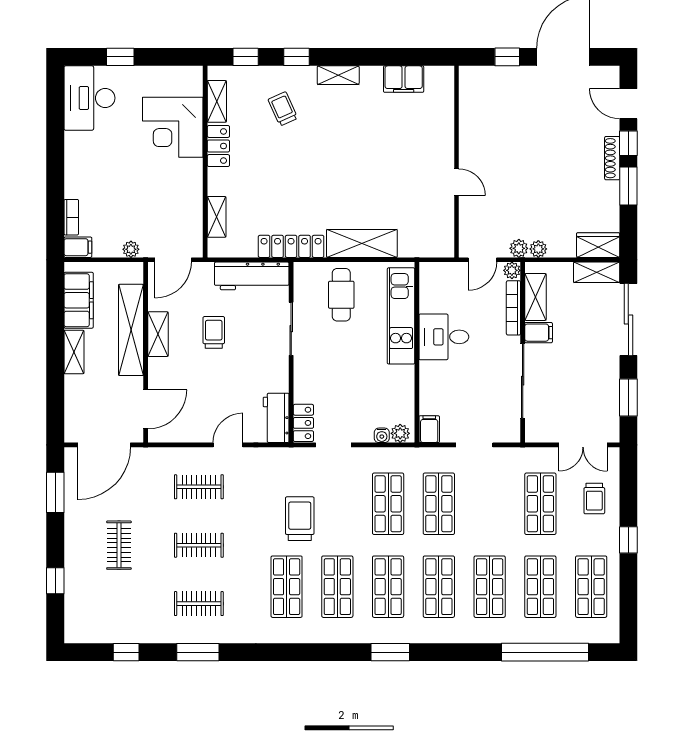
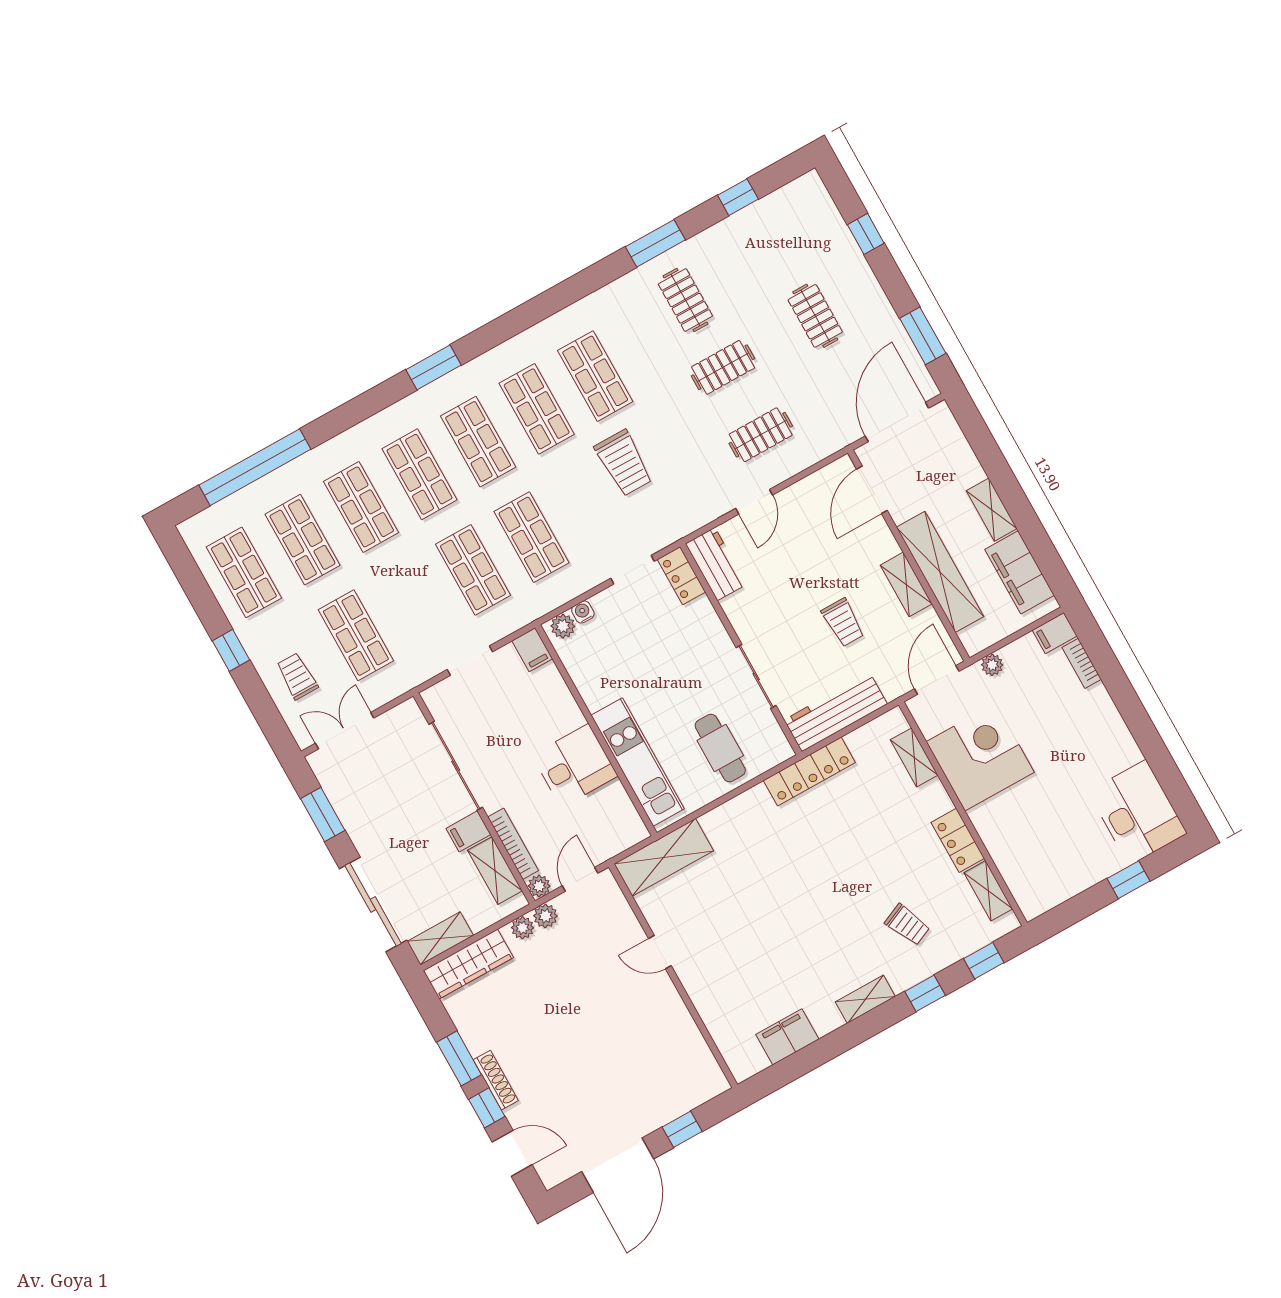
corner desk: (173, 127) -> (980, 757), moved
shelving: (362, 243) -> (664, 857), moved
wardrobe: (598, 245) -> (468, 964), width x1.50
clothes rail: (199, 604) -> (685, 300), turned 90

